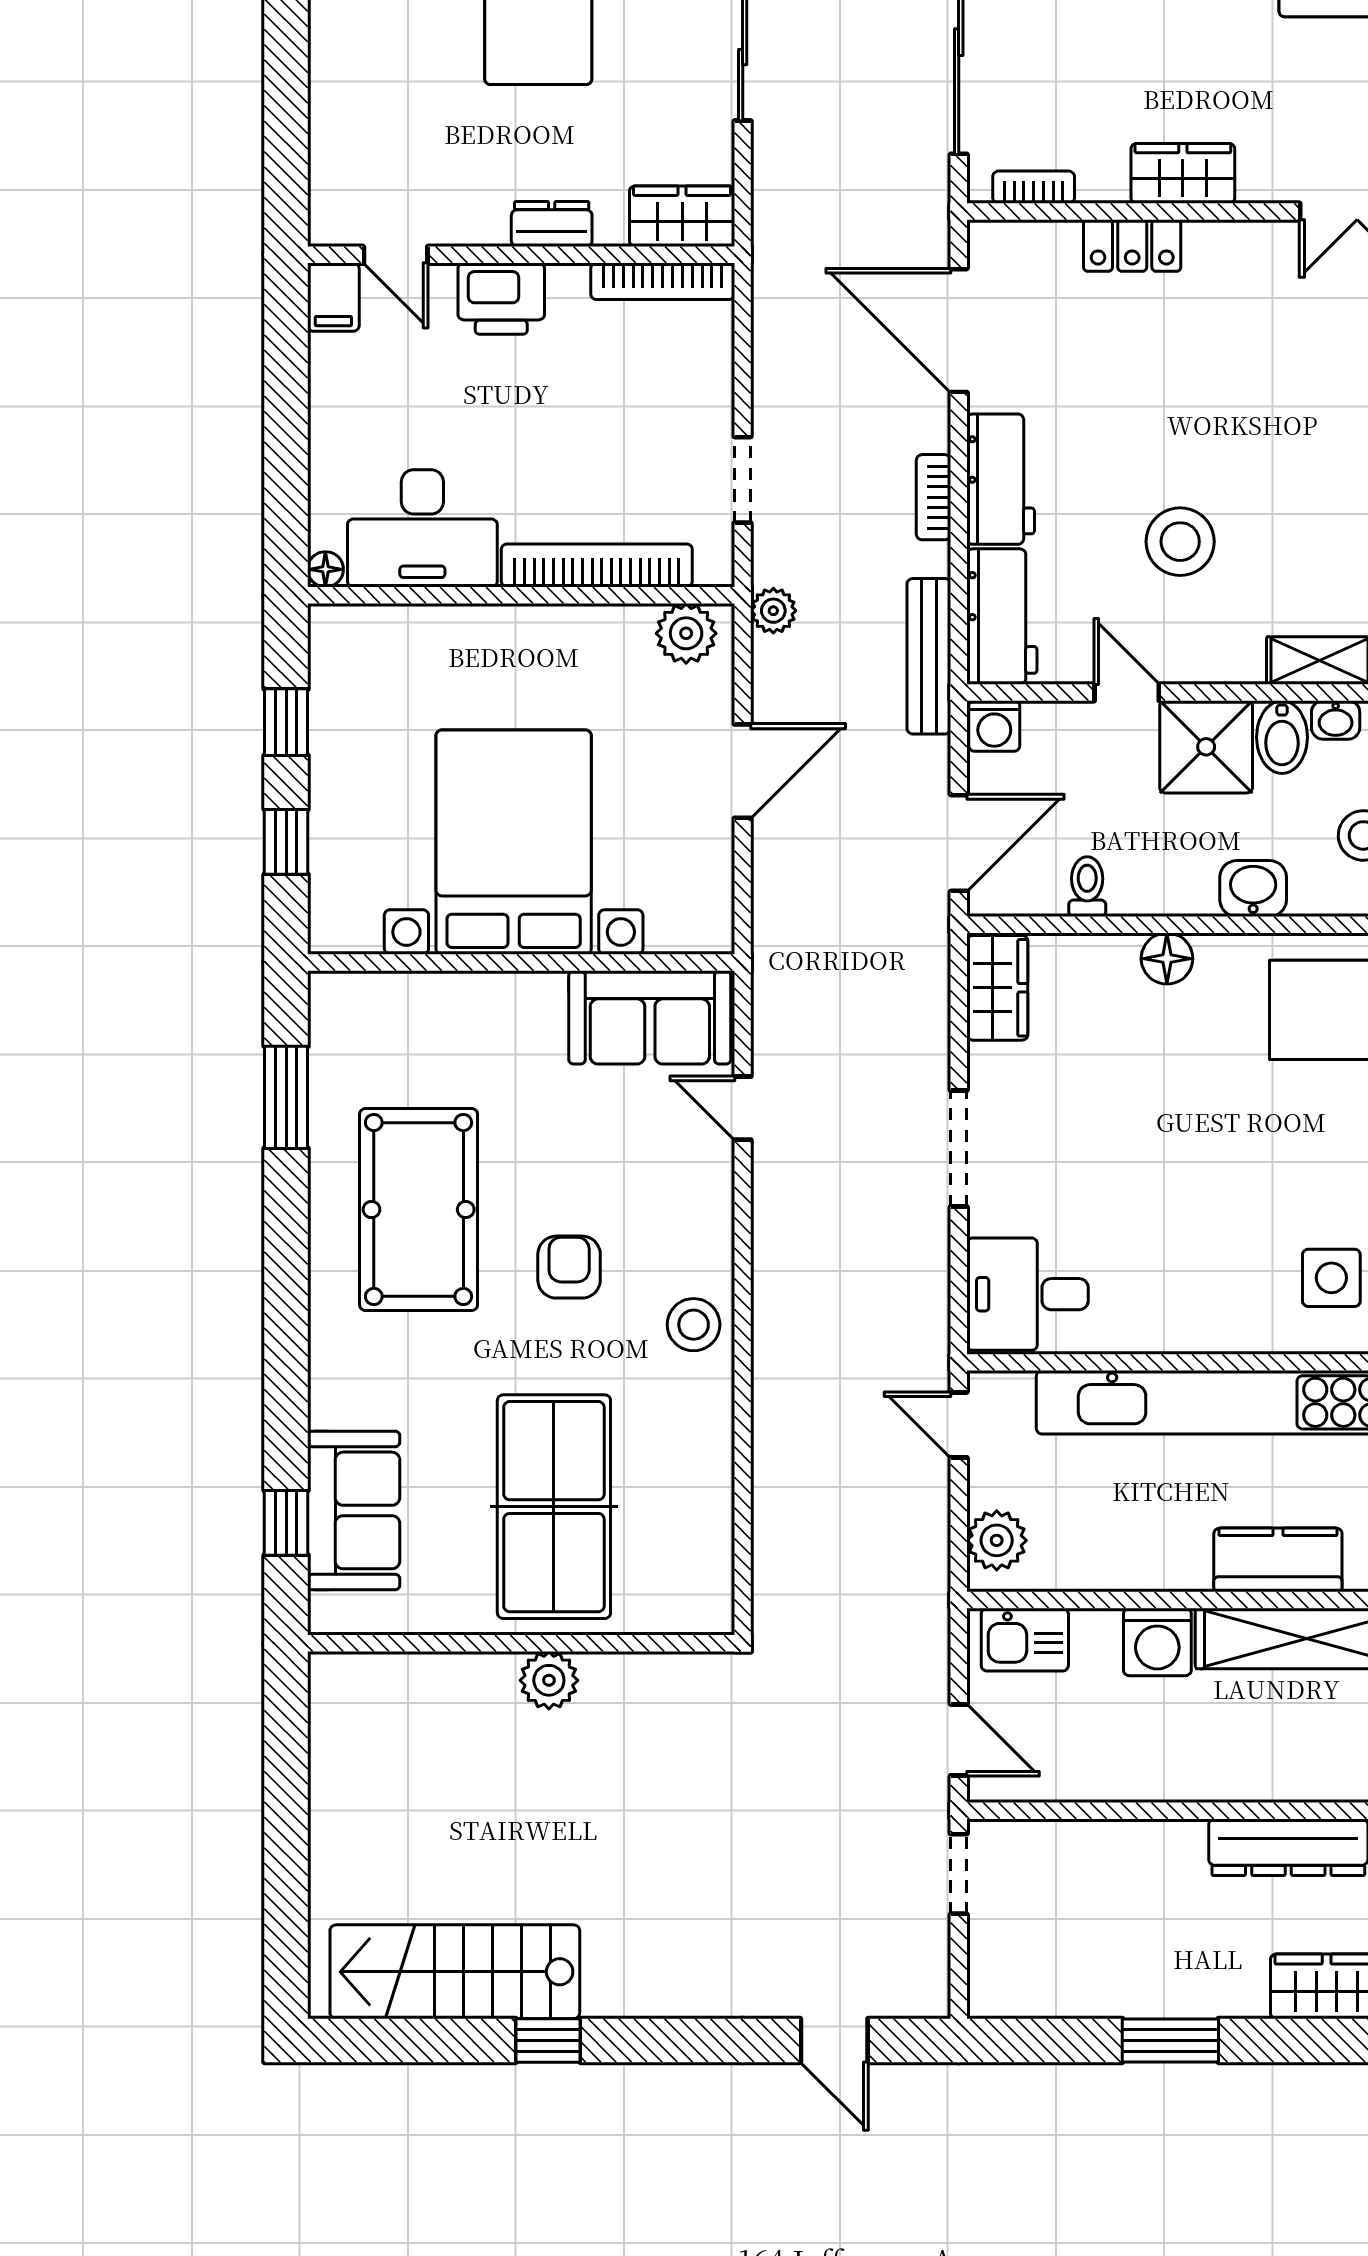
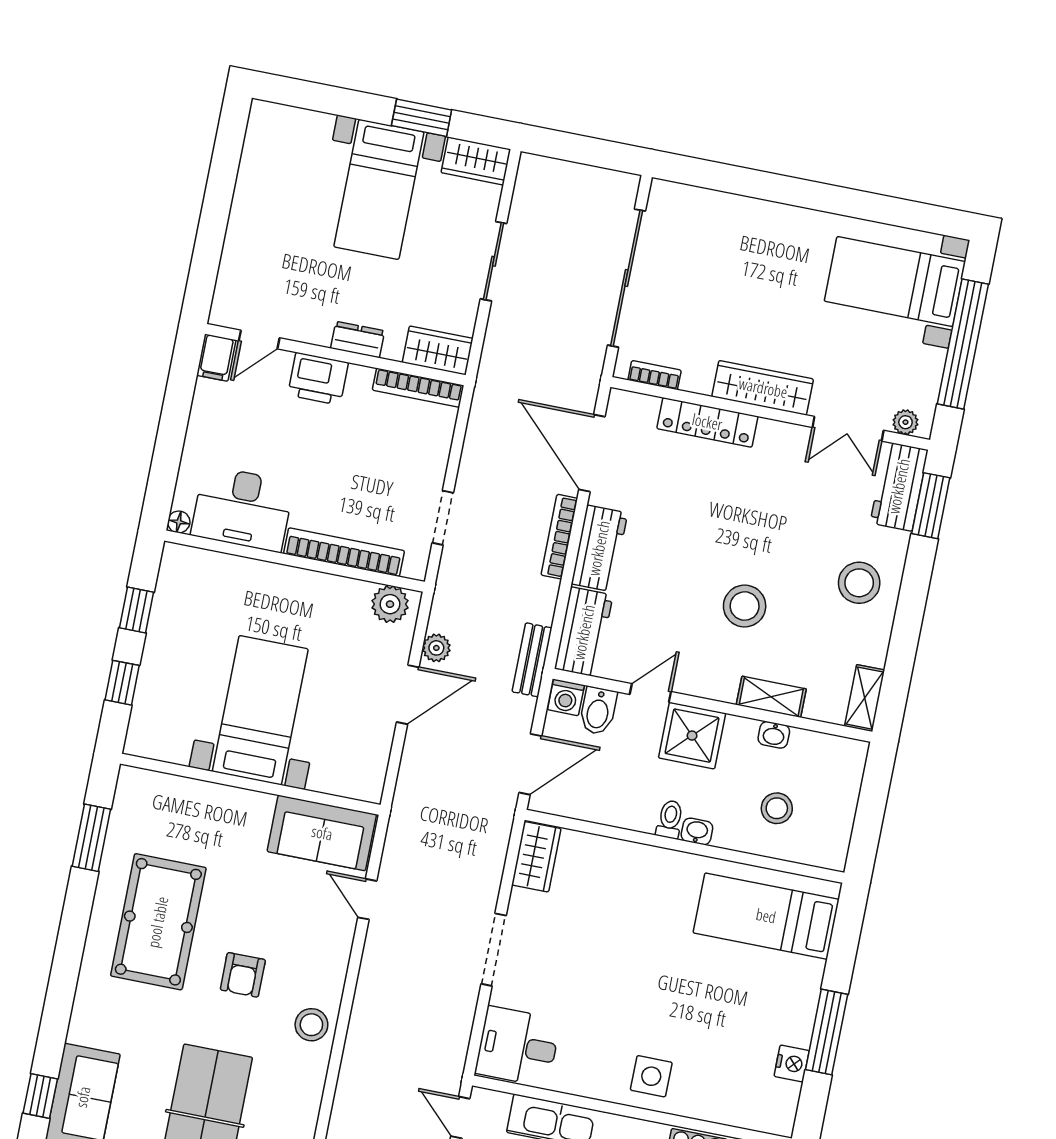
wardrobe: (1183, 173) -> (763, 388), width x1.50
locker: (1132, 246) -> (707, 422), width x1.53
door: (396, 255) -> (259, 339), hinge flipped
bookcase: (934, 497) -> (559, 537), width x1.56
stool: (1180, 542) -> (745, 606), moved
plant: (773, 611) -> (436, 648), moved
bench: (929, 656) -> (532, 660), width x0.73
door: (1127, 692) -> (650, 693), hinge flipped
bidet: (1282, 737) -> (598, 711), moved
bed with nightstands: (514, 842) -> (260, 710), width x0.73
toilet: (1087, 887) -> (670, 819), moved
washbasin: (1253, 889) -> (697, 831), width x0.72, depth x0.69
floor lamp: (1167, 959) -> (643, 859), removed
armchair: (569, 1267) -> (243, 975), turned 180
side table: (1331, 1278) -> (651, 1076), moved

